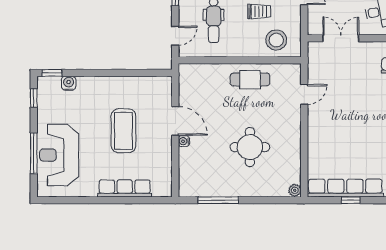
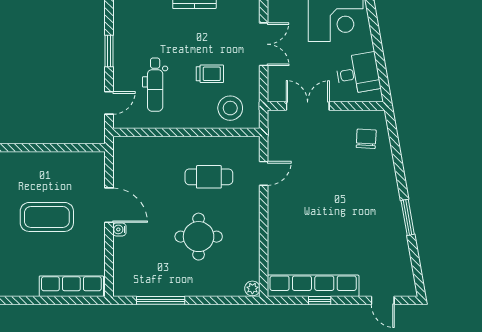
cafe table: (250, 79) -> (209, 177), moved
coffee table: (123, 131) -> (47, 217), turned 90
row of seats: (125, 188) -> (71, 286), moved

